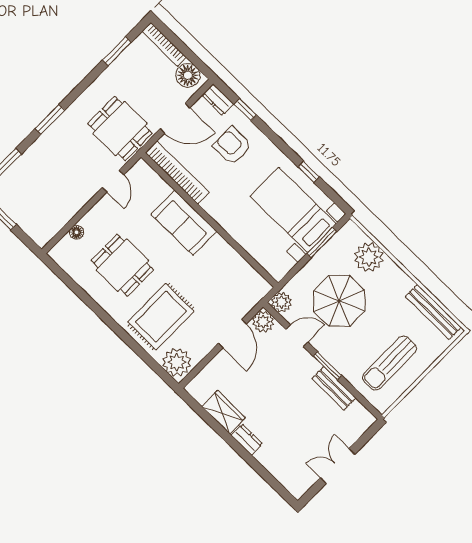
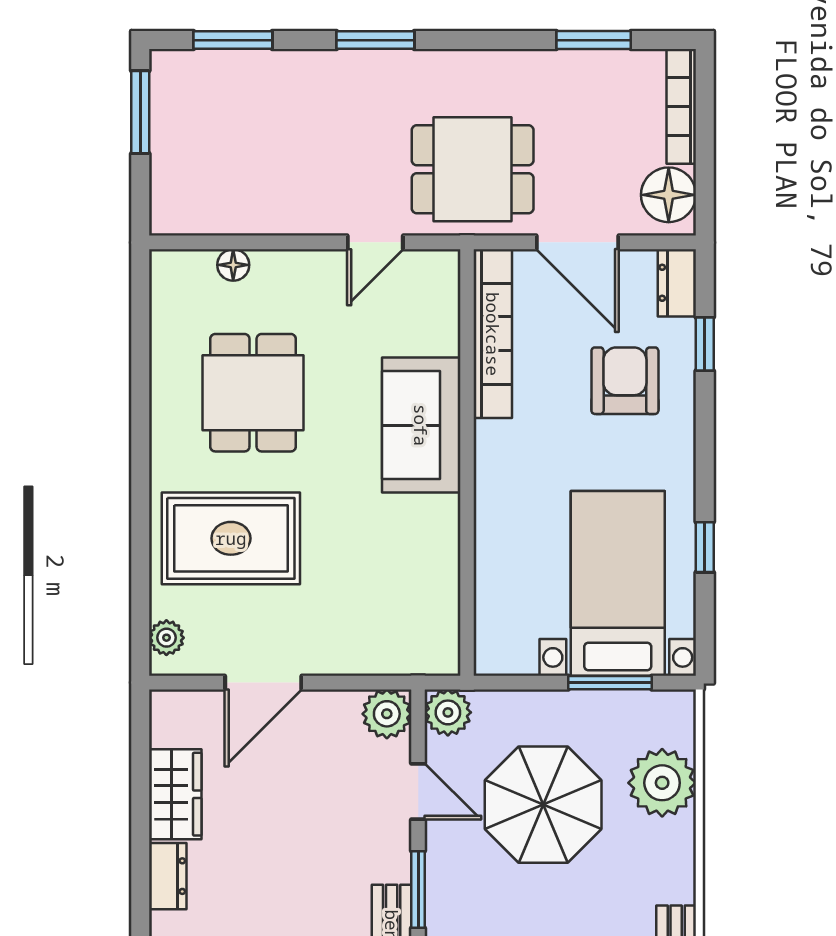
dining table: (120, 129) -> (473, 169), turned 90
door: (232, 334) -> (263, 683), moved
plant: (177, 362) -> (166, 638), width x0.53, depth x0.53

